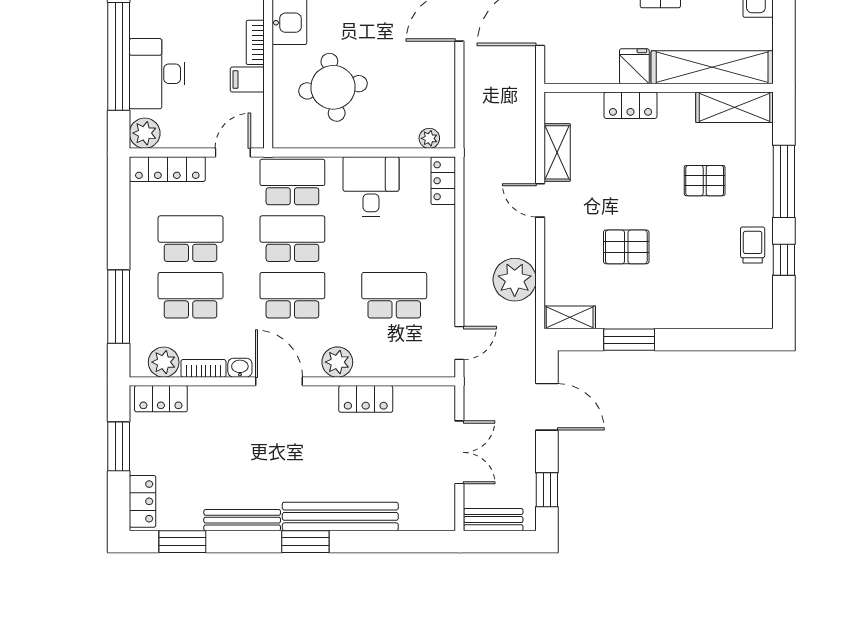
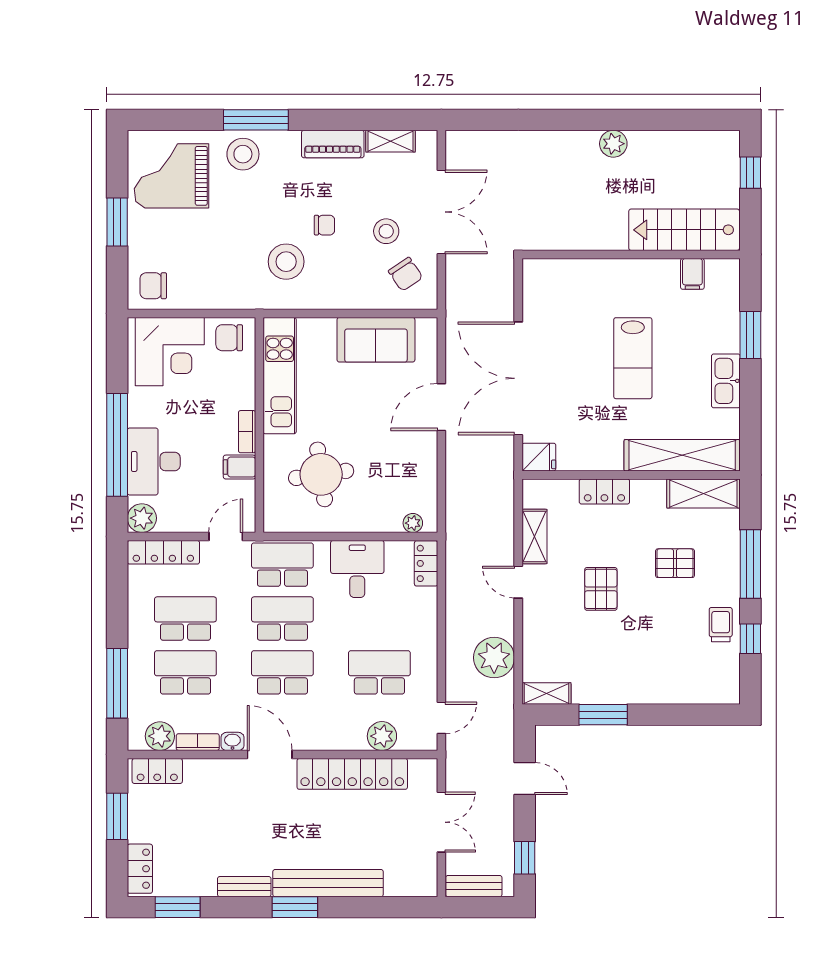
fridge: (634, 66) -> (539, 457), moved, turned 90
pallet: (626, 247) -> (601, 589), moved, turned 90
plant: (337, 362) -> (382, 736), moved
locker: (366, 399) -> (352, 774), width x2.16, depth x1.21
door: (547, 407) -> (525, 779), width x0.73
bench: (242, 520) -> (244, 887), width x0.73

